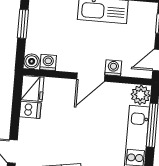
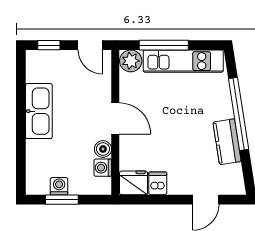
boiler: (32, 61) -> (103, 149), moved
washing machine: (113, 68) -> (59, 186), moved, turned 90

